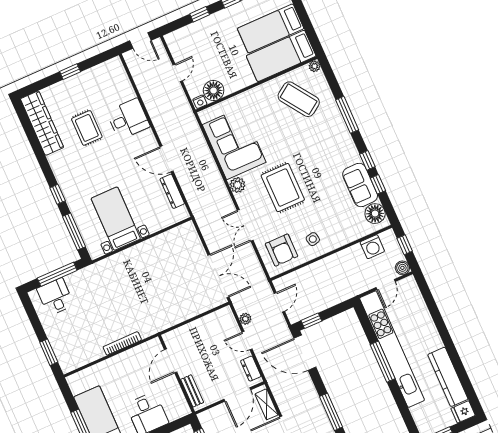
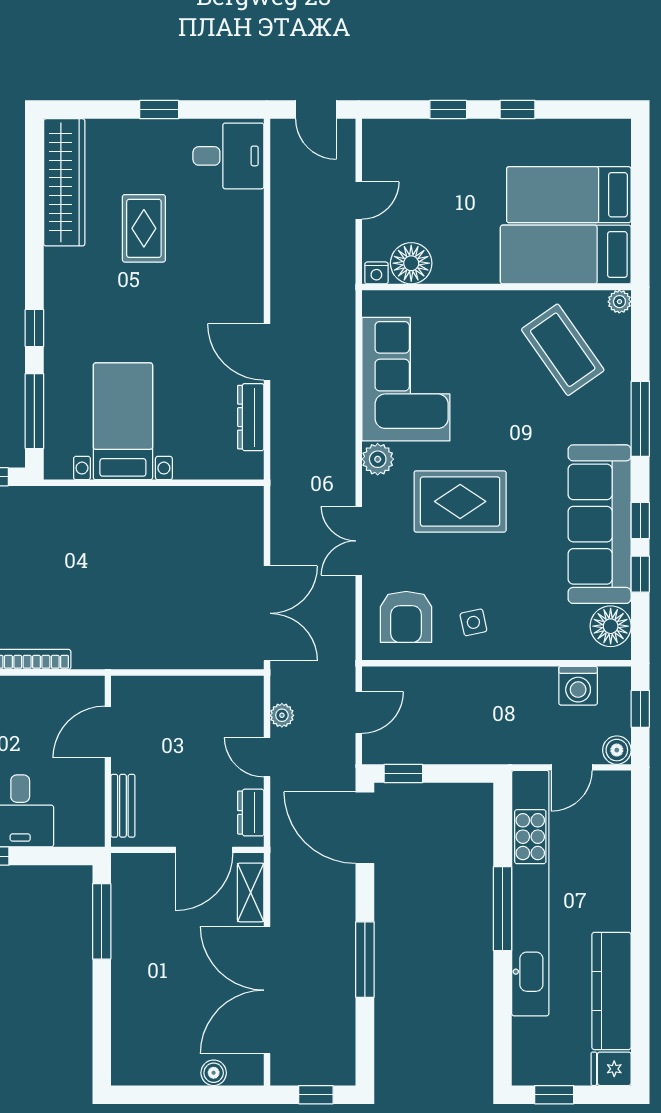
desk: (128, 119) -> (228, 156), moved
sofa: (360, 185) -> (600, 524), width x1.85, depth x1.27
rug: (283, 188) -> (460, 501), turned 90

